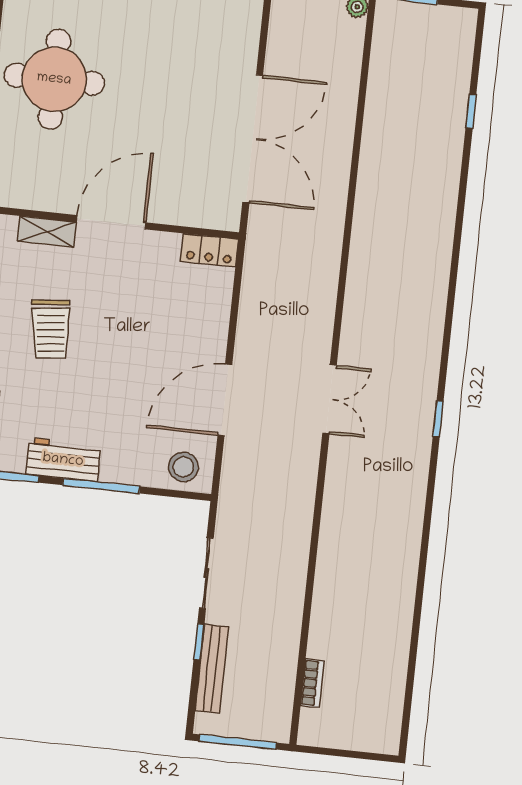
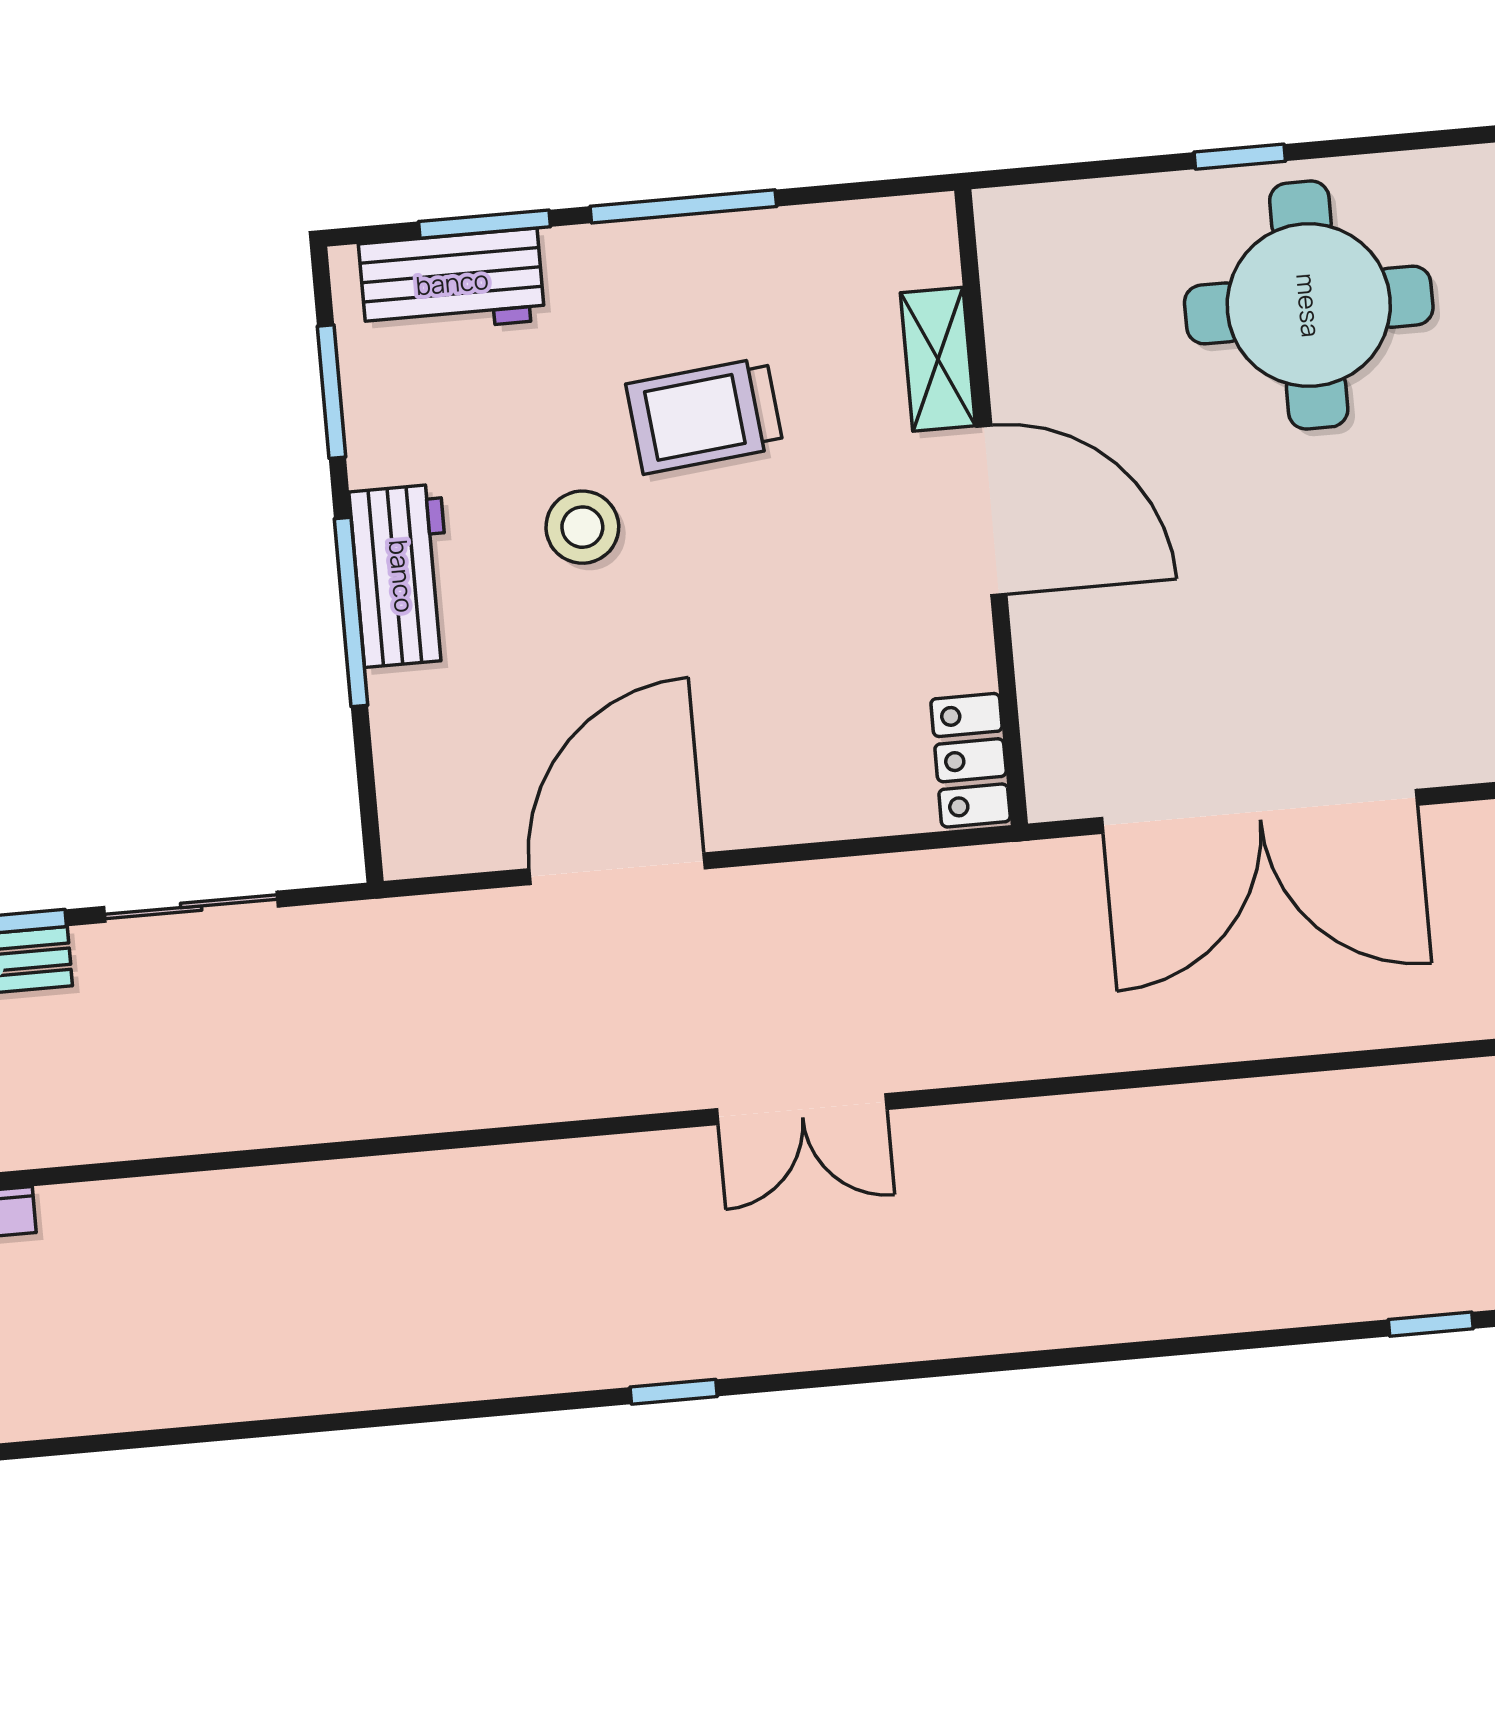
double door: (330, 399) -> (802, 1109), moved
door: (225, 400) -> (617, 869), hinge flipped
workbench: (63, 460) -> (402, 576), moved
stool: (183, 467) -> (582, 527), moved

